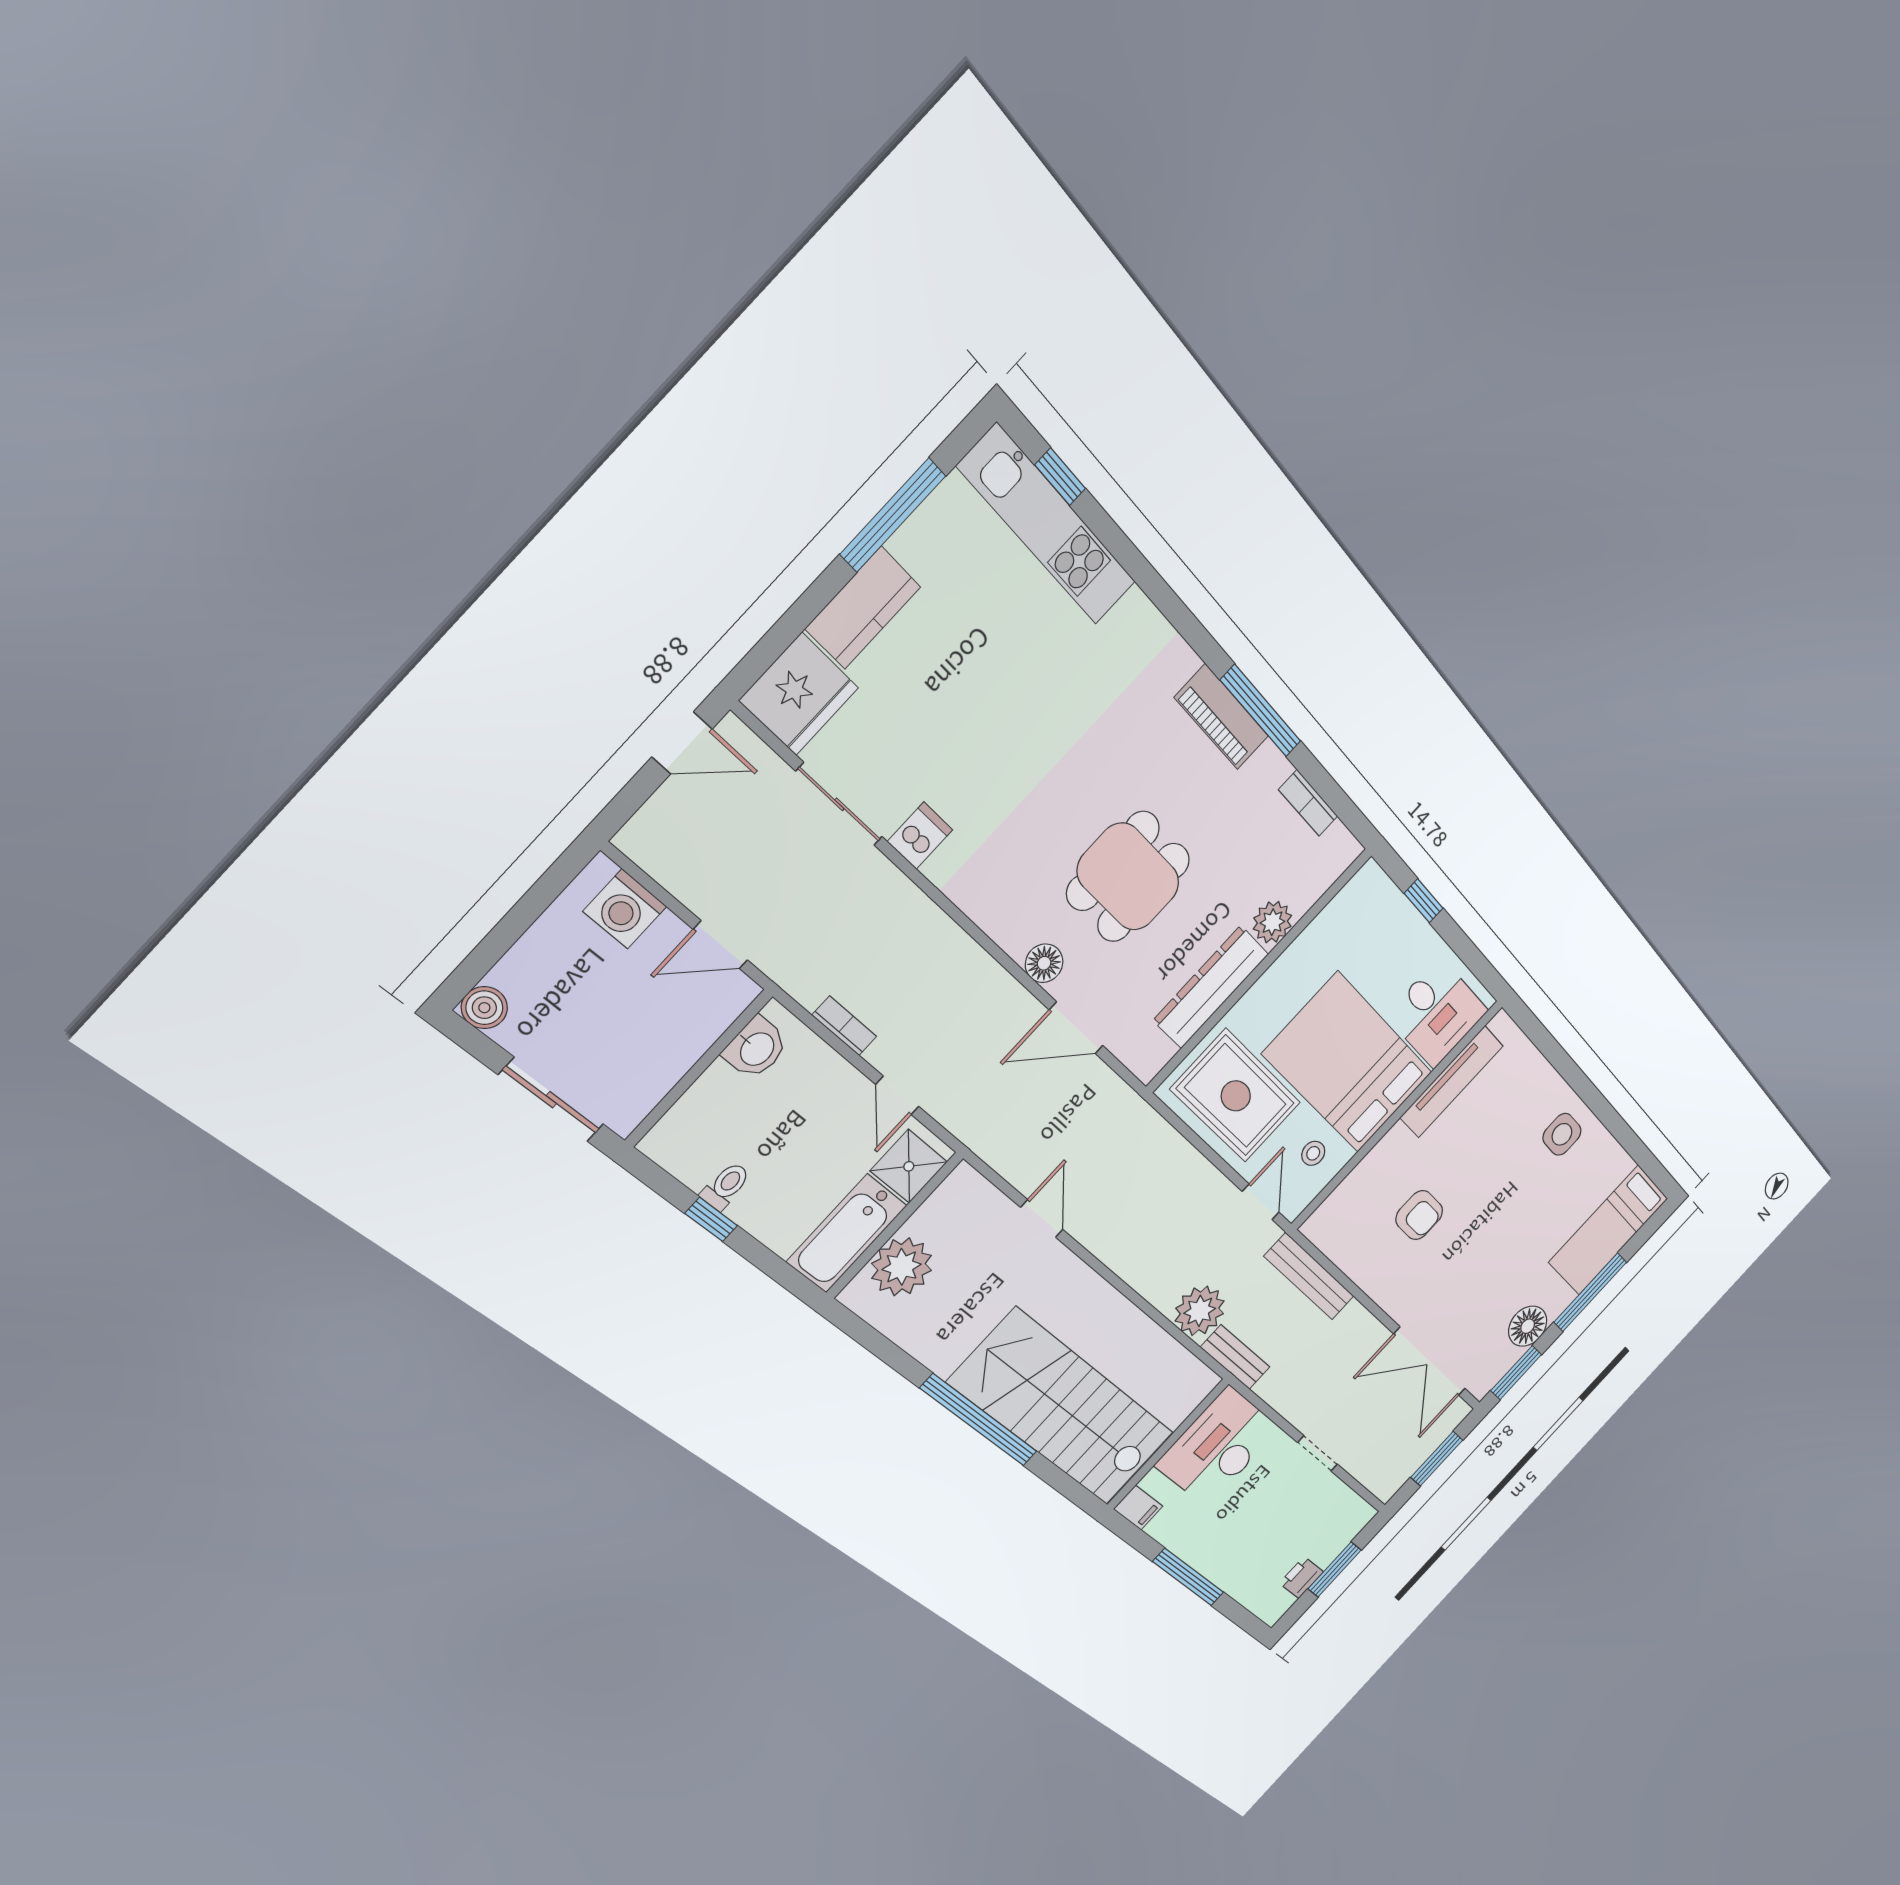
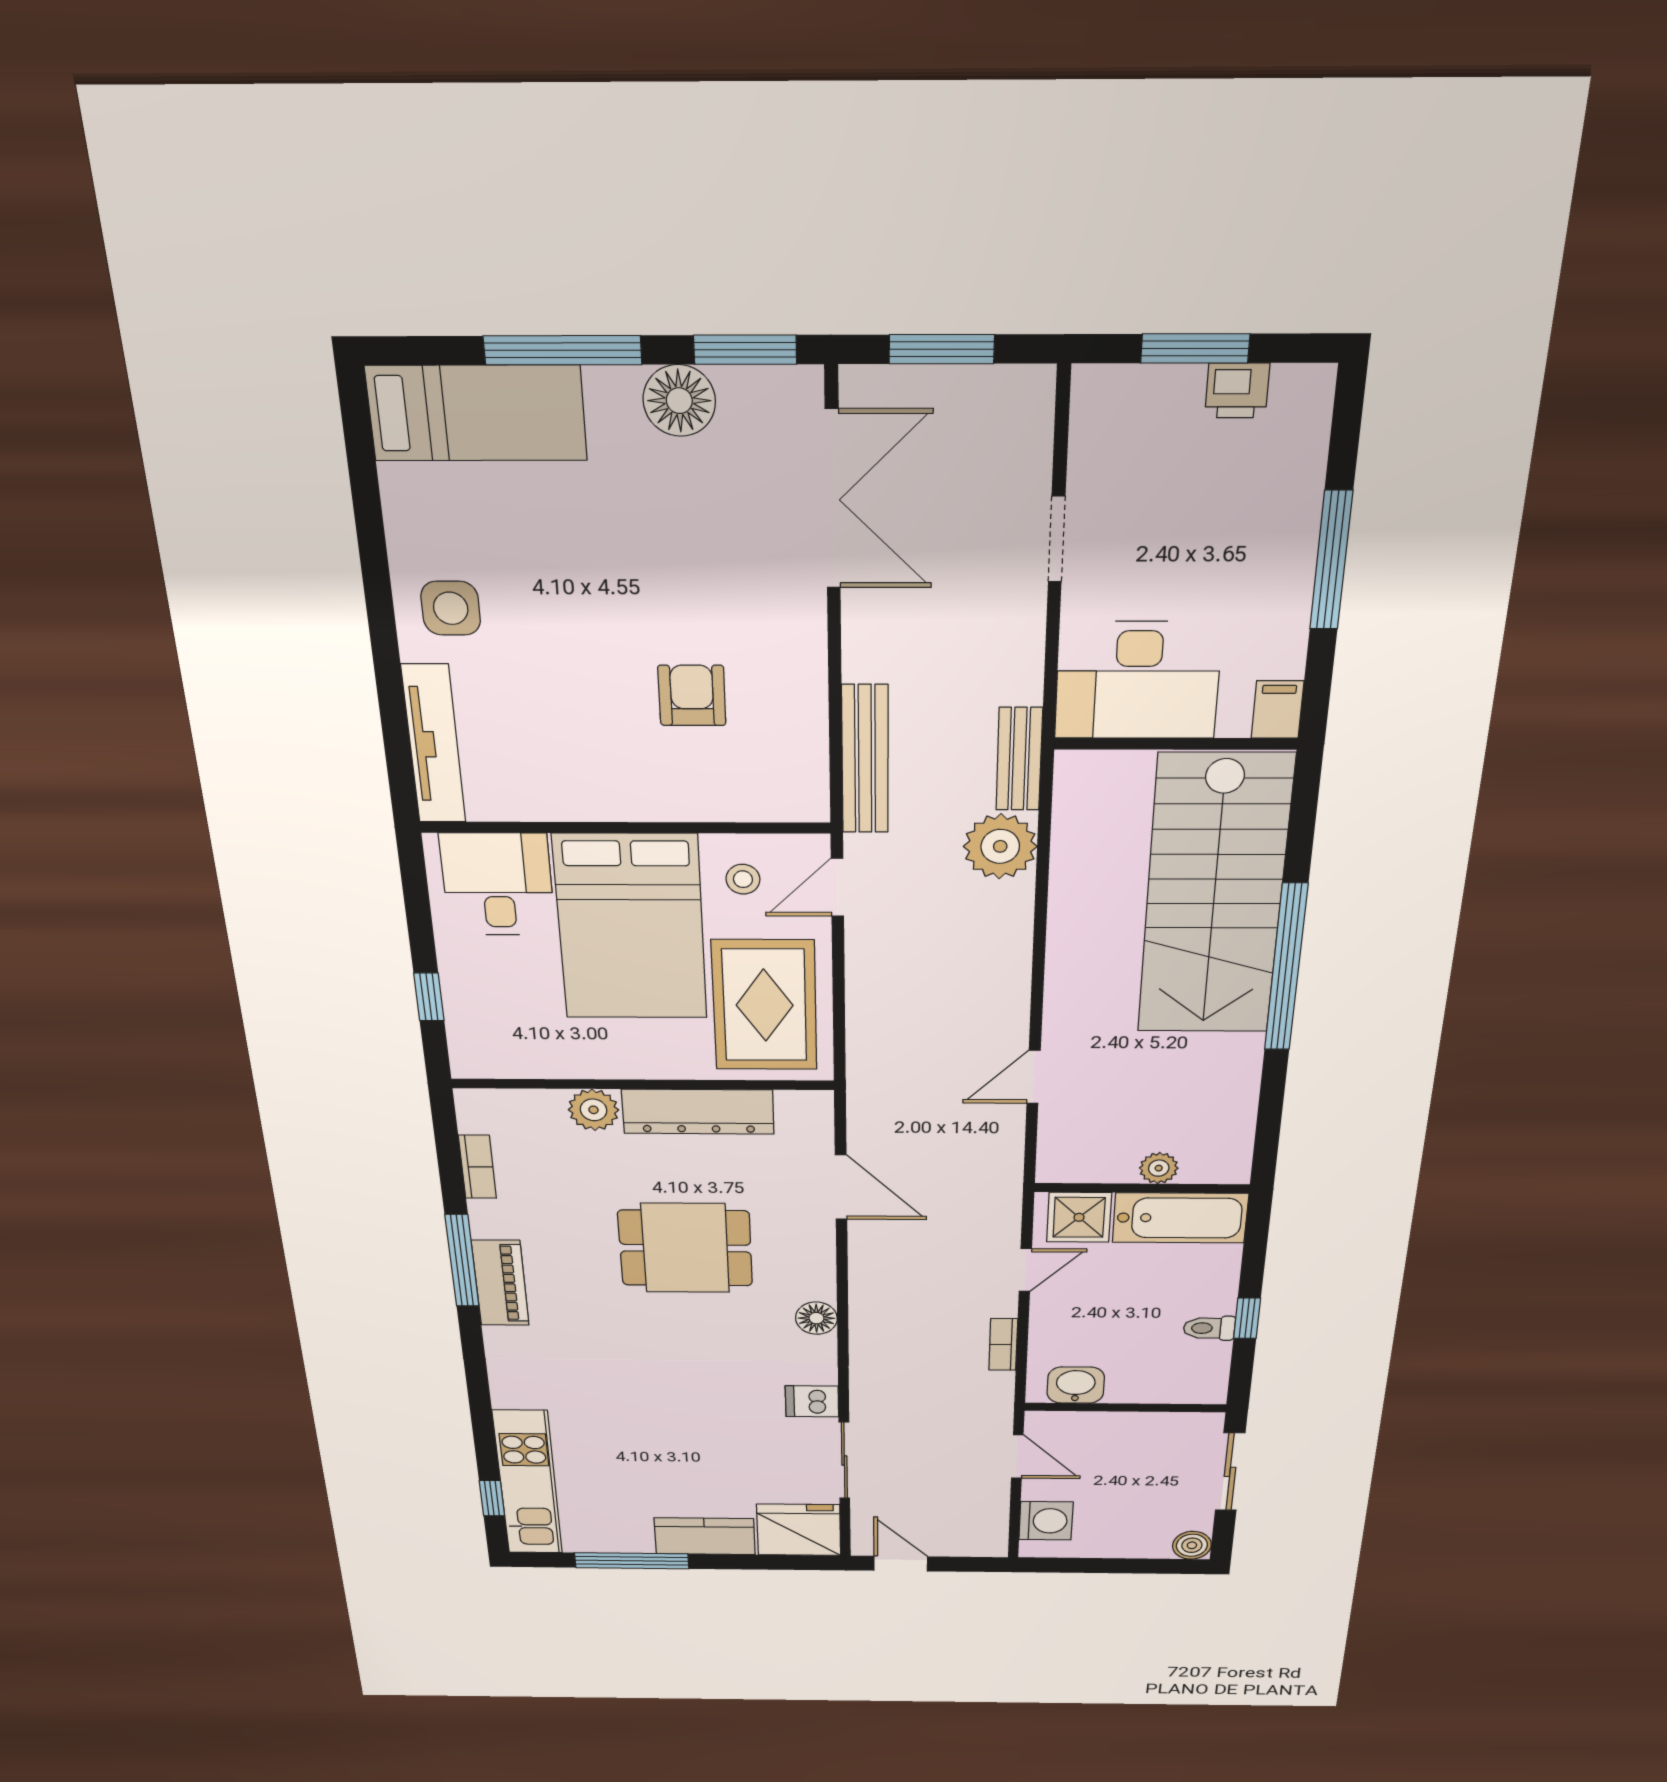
floor lamp: (1044, 963) -> (816, 1318), moved
tv unit: (1452, 1082) -> (434, 744), moved, turned 90
plant: (902, 1267) -> (1159, 1168), width x0.53, depth x0.53

